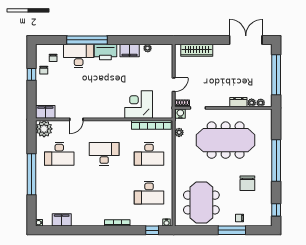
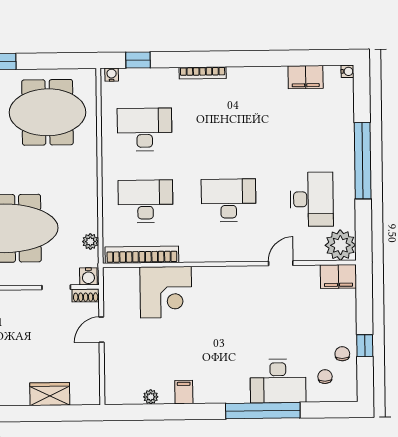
filing cabinet: (130, 50) -> (184, 392), width x0.50
wardrobe: (197, 50) -> (50, 394), width x0.67
printer: (105, 52) -> (228, 389), removed
desk: (59, 154) -> (312, 199), turned 90
desk: (104, 154) -> (229, 200), turned 180
meeting table: (201, 202) -> (47, 112), turned 90

